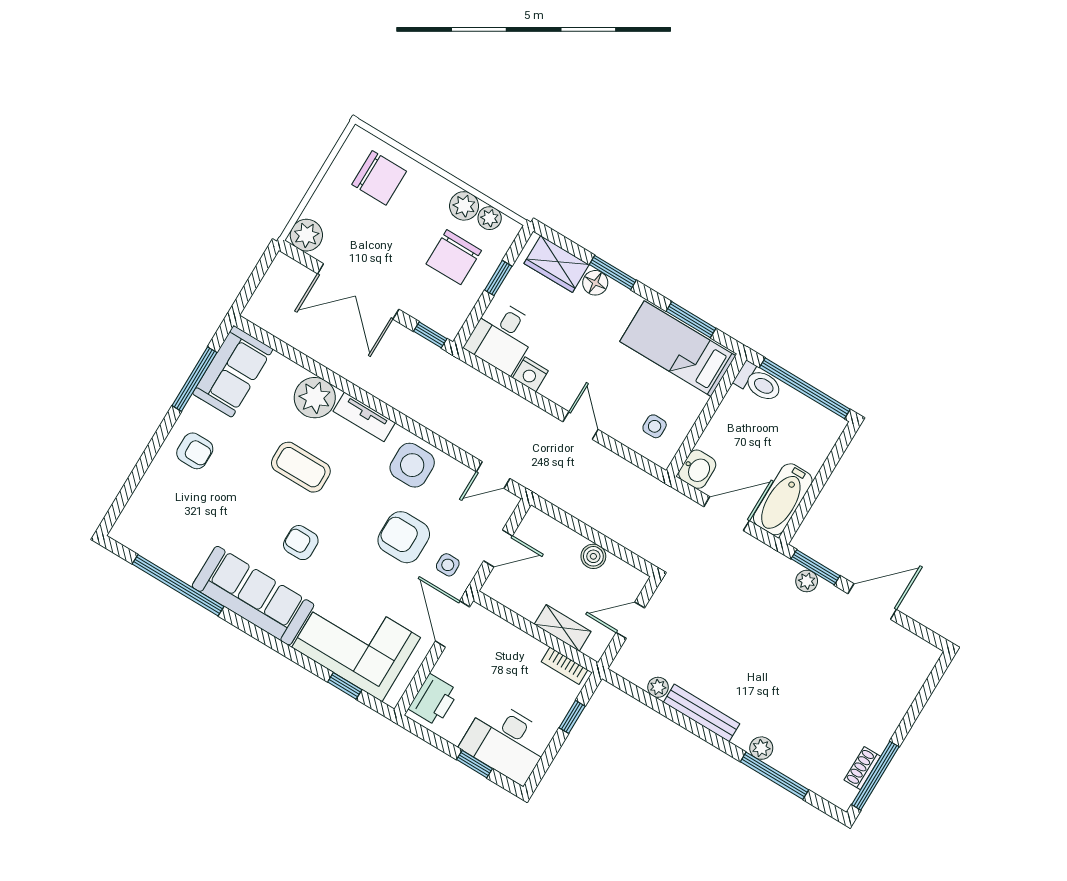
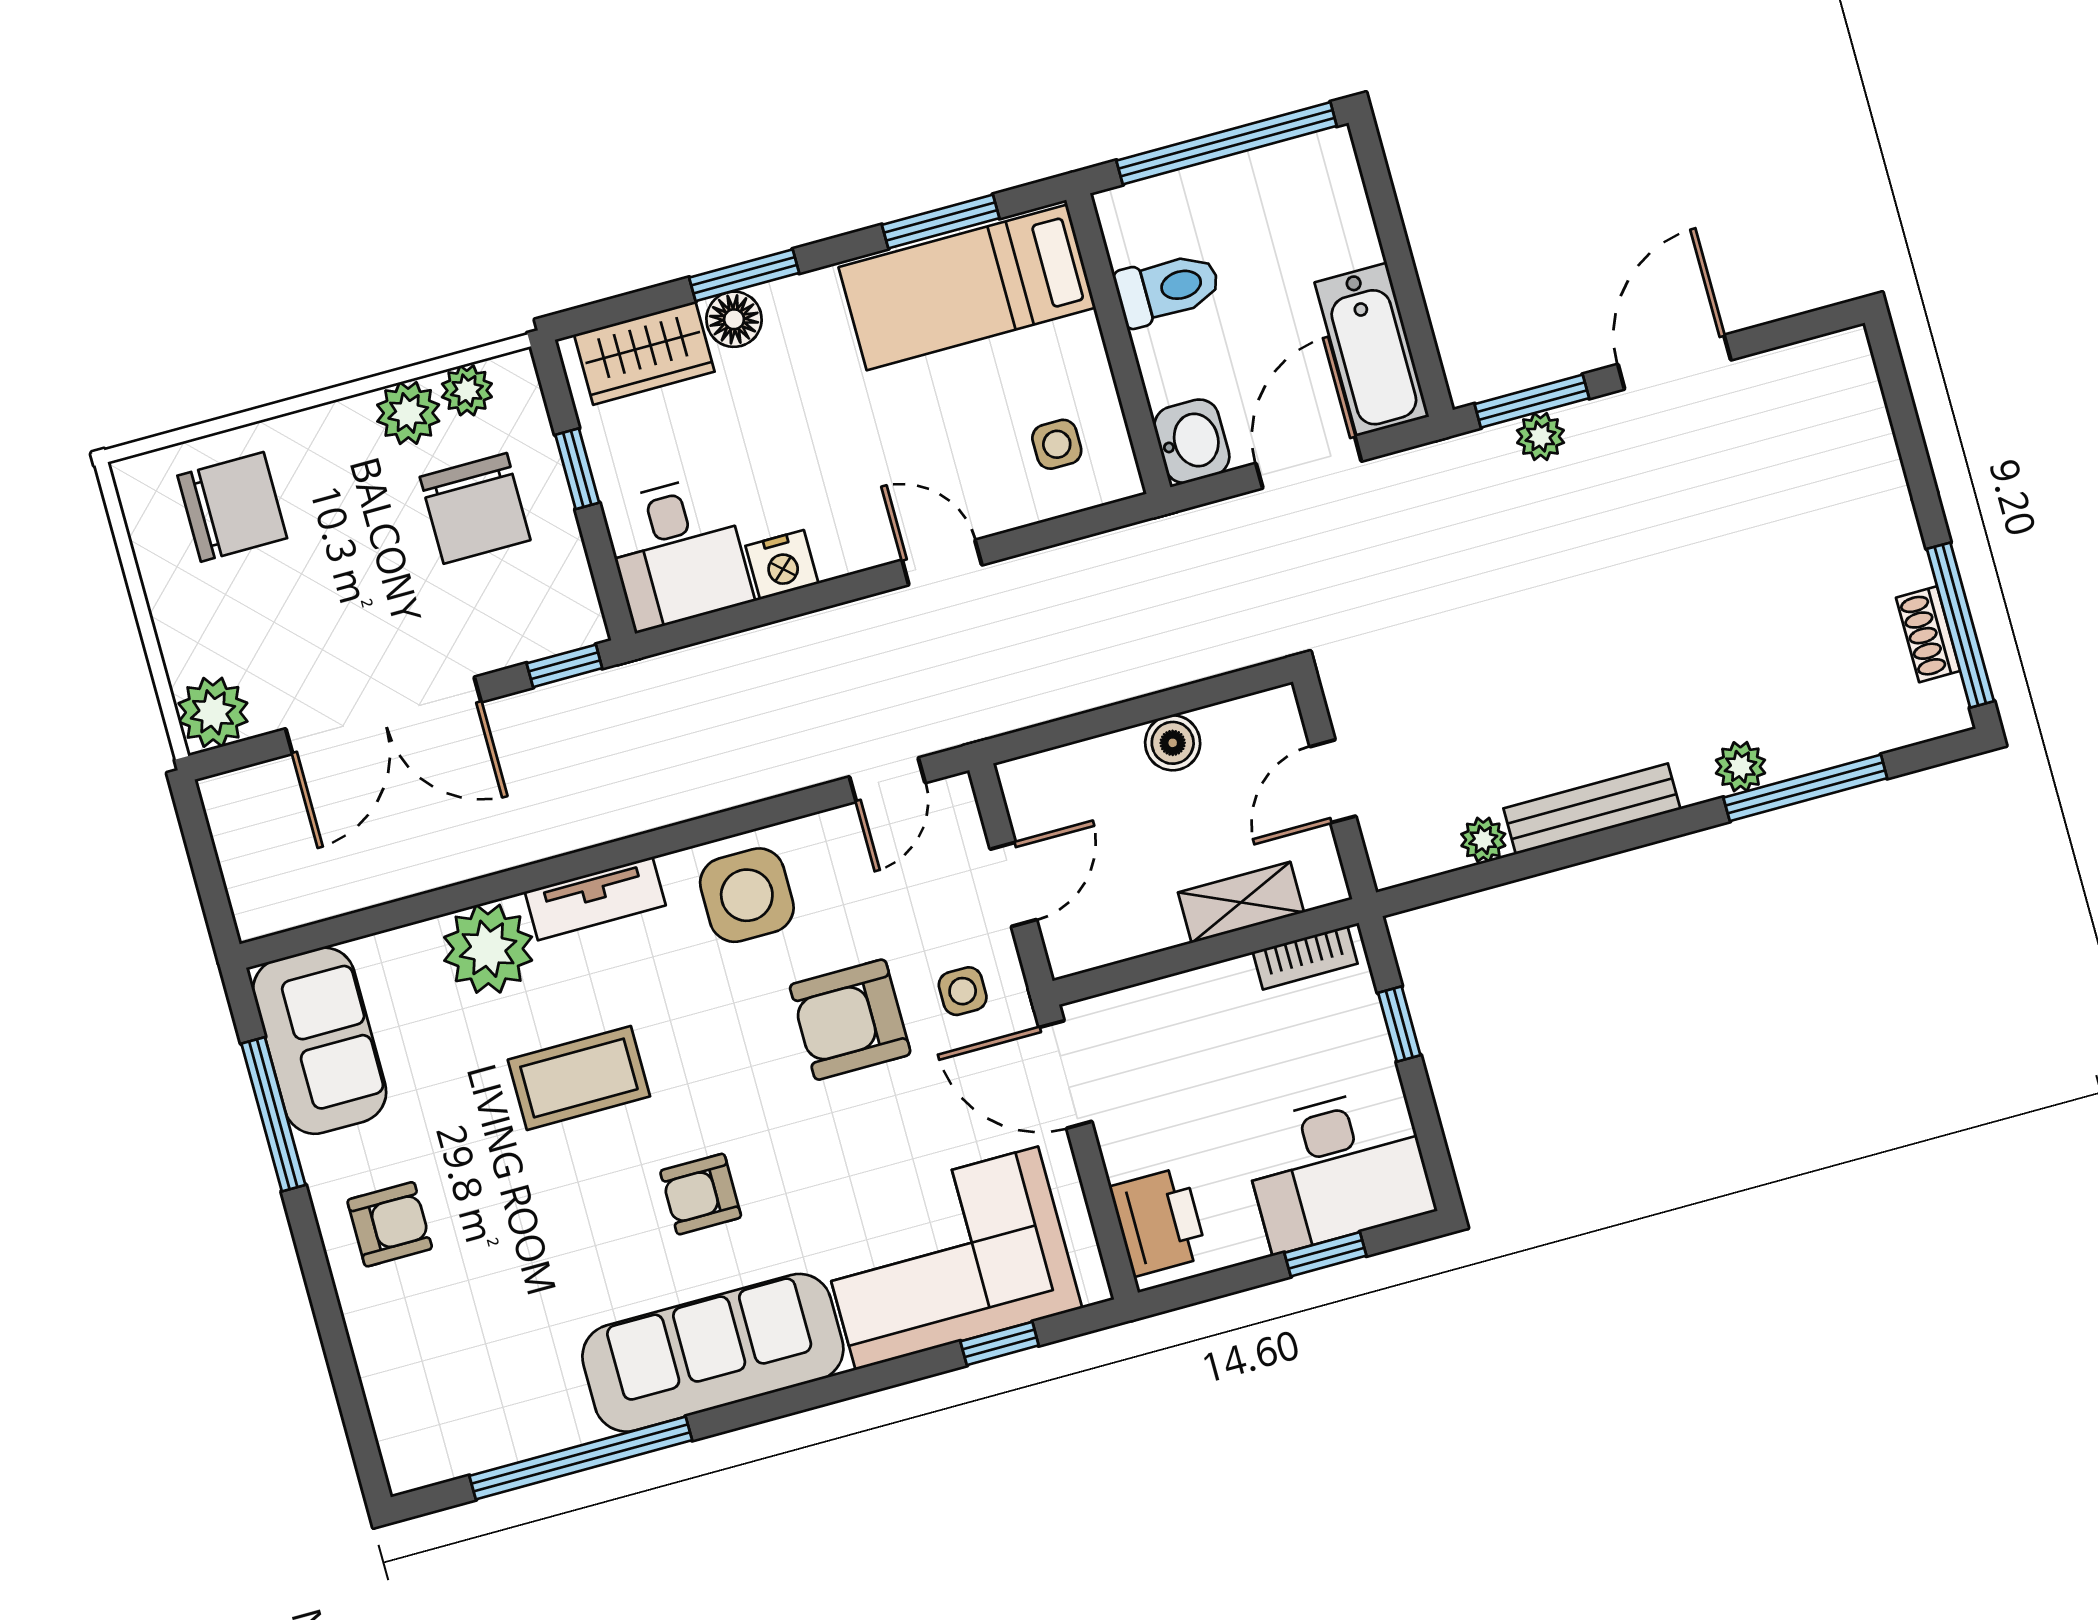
toilet: (758, 383) -> (1168, 289), moved

